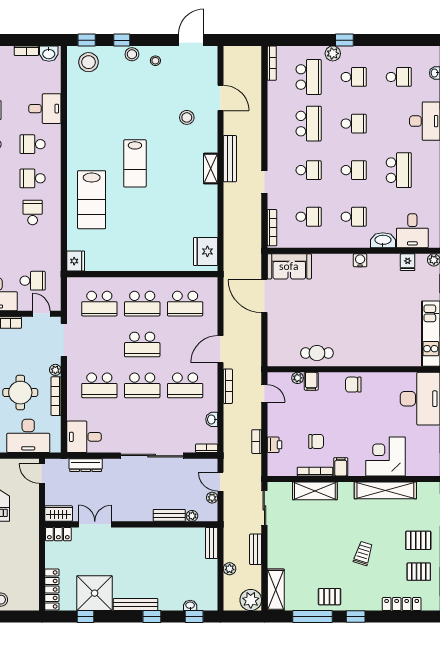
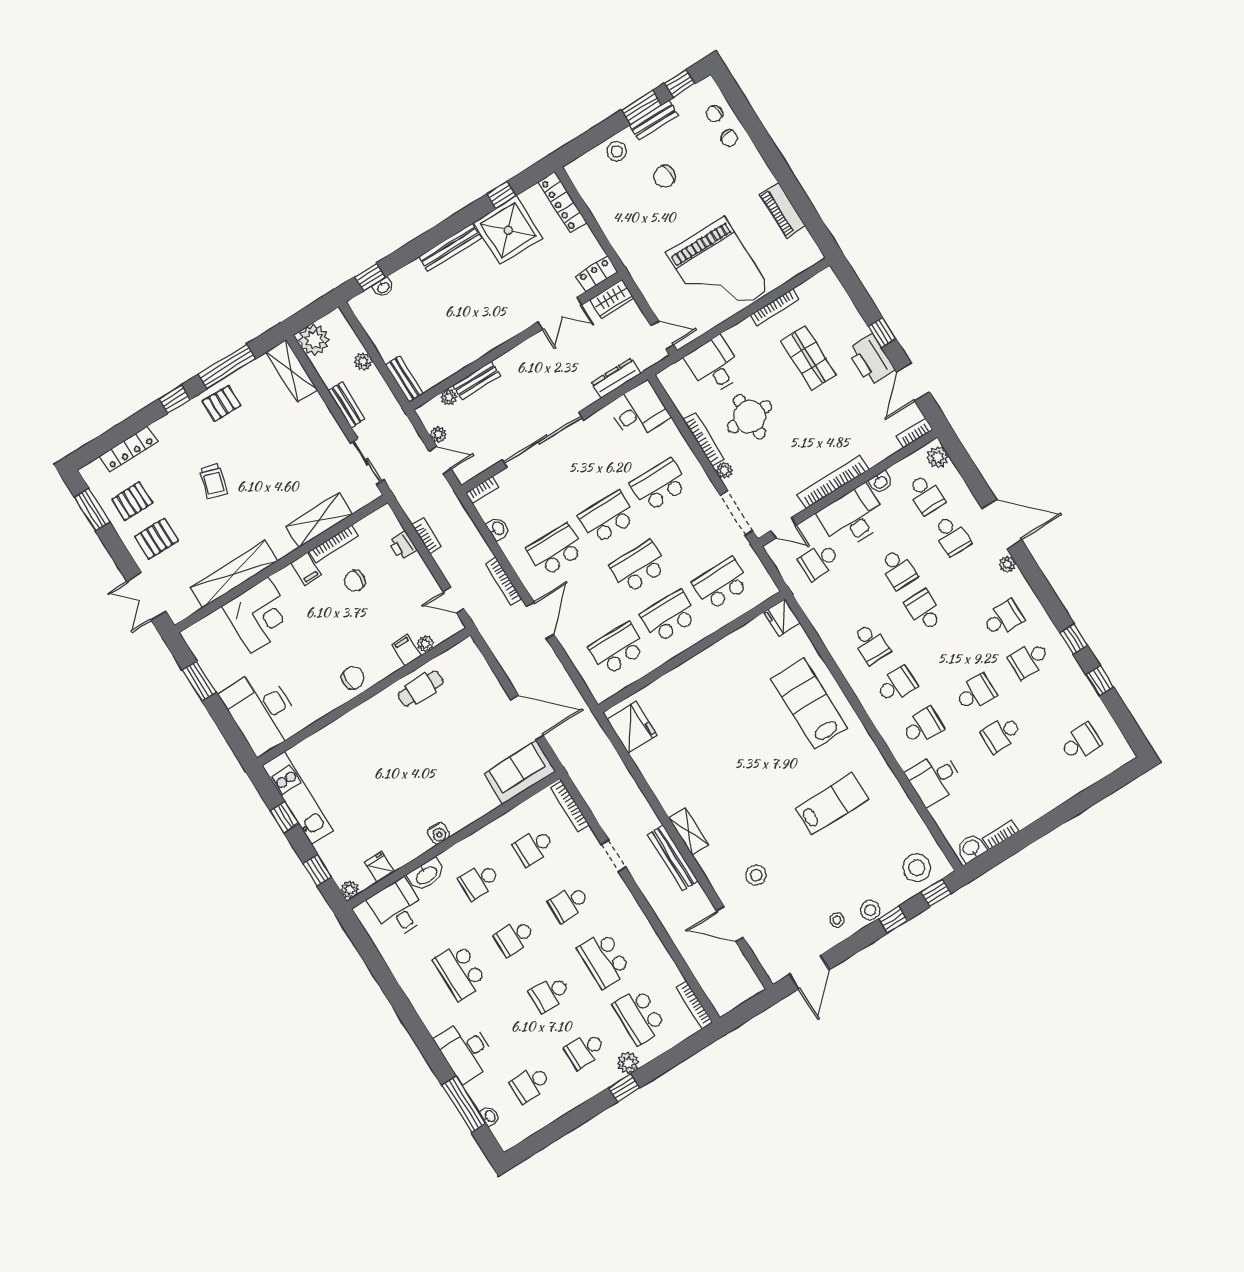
lab bench: (135, 163) -> (832, 804), moved, turned 90
desk: (28, 436) -> (714, 366), width x0.73
window: (152, 617) -> (421, 245), removed

